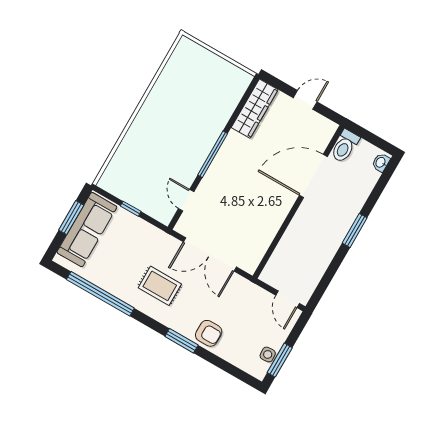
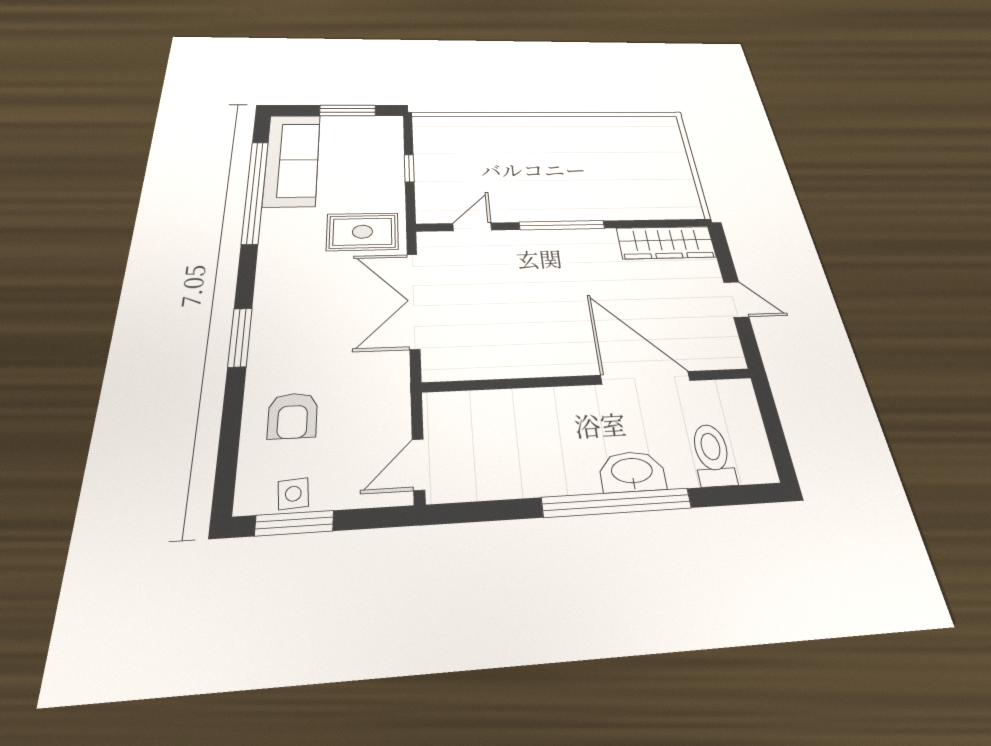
toilet: (345, 146) -> (713, 455), moved, turned 90
washbasin: (381, 162) -> (632, 472), moved, width x1.91, depth x1.45
sofa: (87, 230) -> (292, 160), moved, turned -90
window: (355, 230) -> (617, 503), width x2.11
rug: (160, 286) -> (362, 232), moved, turned 90
armchair: (209, 333) -> (293, 416), moved

